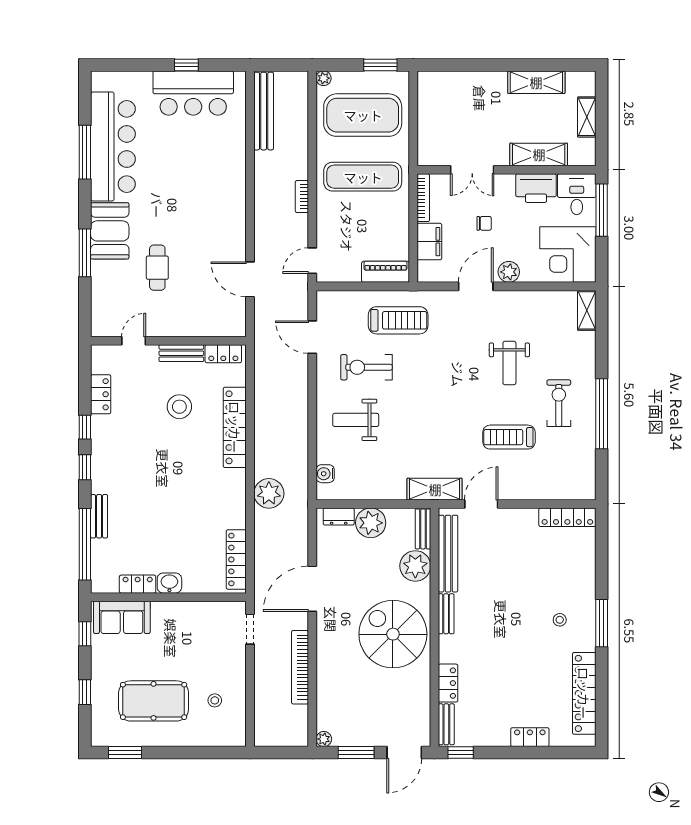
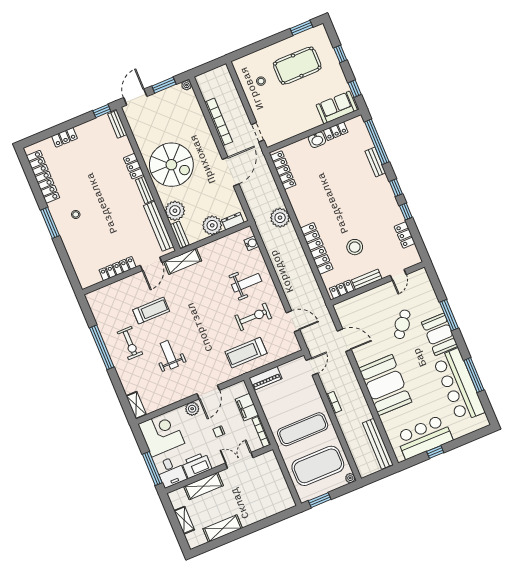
booth: (218, 191) -> (385, 385), added
cafe table: (157, 268) -> (402, 324), turned 38
locker: (567, 517) -> (118, 269), moved
locker: (448, 683) -> (134, 166), moved

